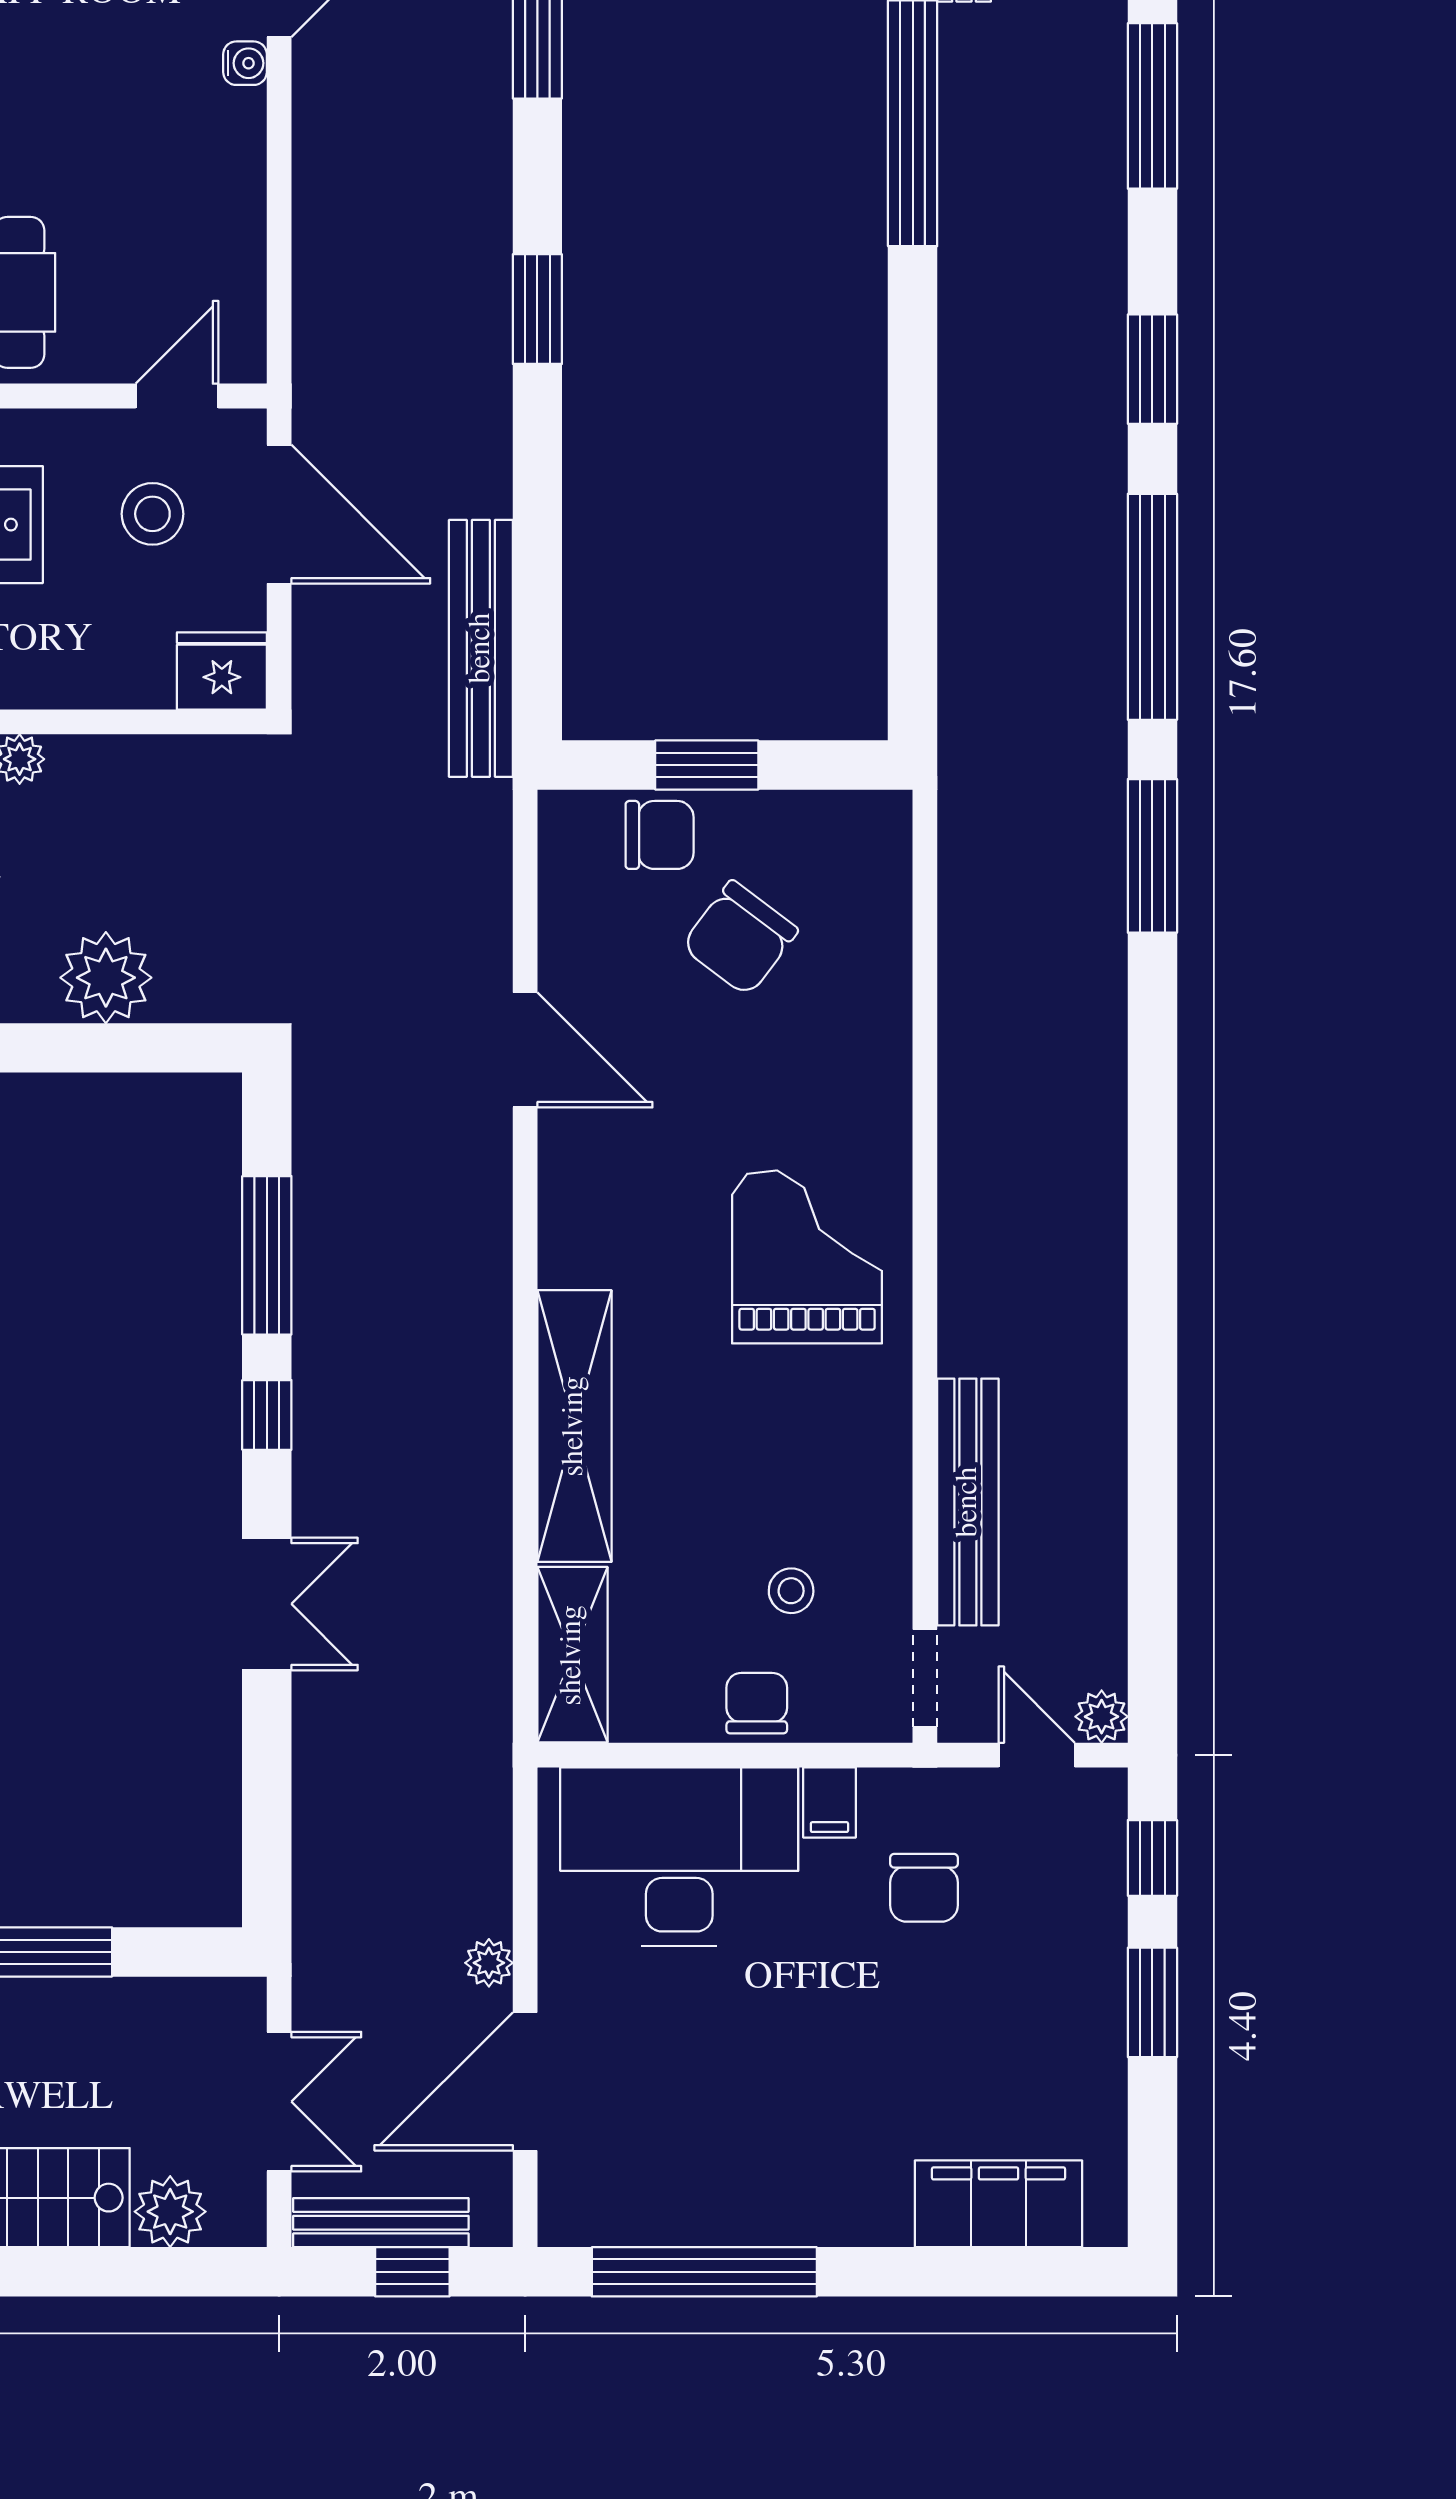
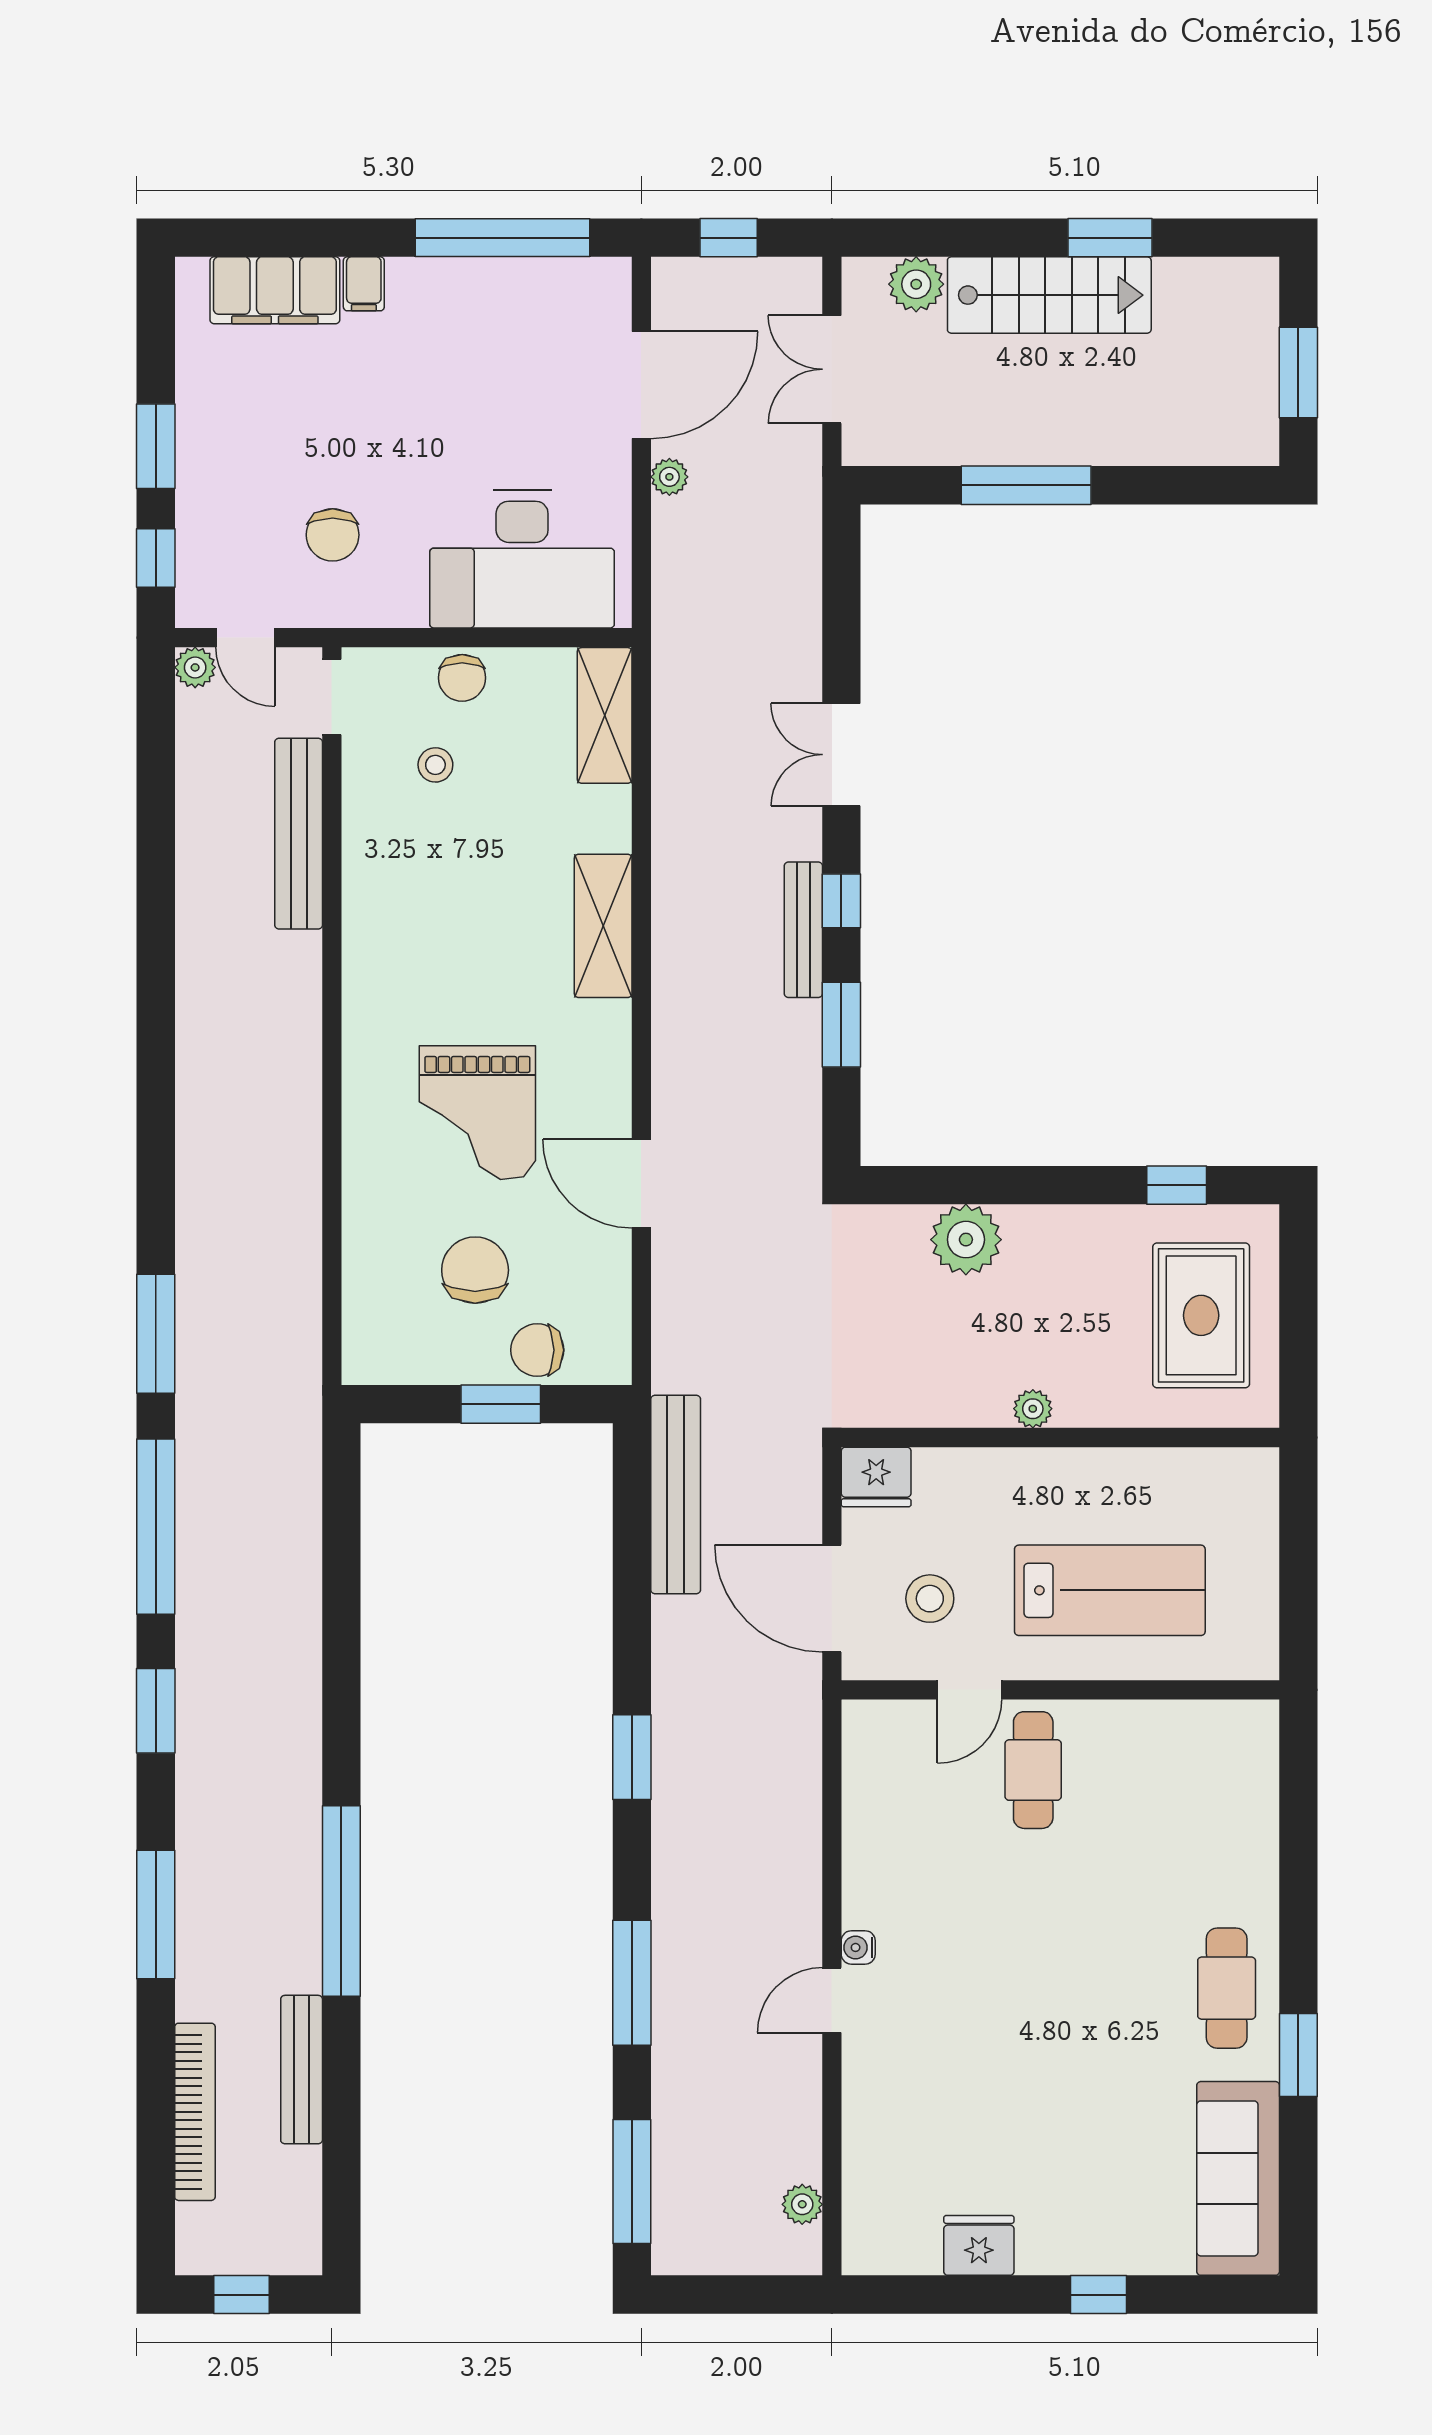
door: (177, 396) -> (969, 1690), moved
chair: (740, 938) -> (475, 1270), turned -37
window: (267, 1255) -> (841, 1025), width x0.69
grand piano: (807, 1257) -> (477, 1113), moved
shelving: (574, 1426) -> (603, 926), width x0.68
filing cabinet: (829, 1803) -> (364, 284), moved, turned 180
chair: (924, 1888) -> (333, 535), turned 180
bench: (381, 2223) -> (803, 930), moved, turned 90

